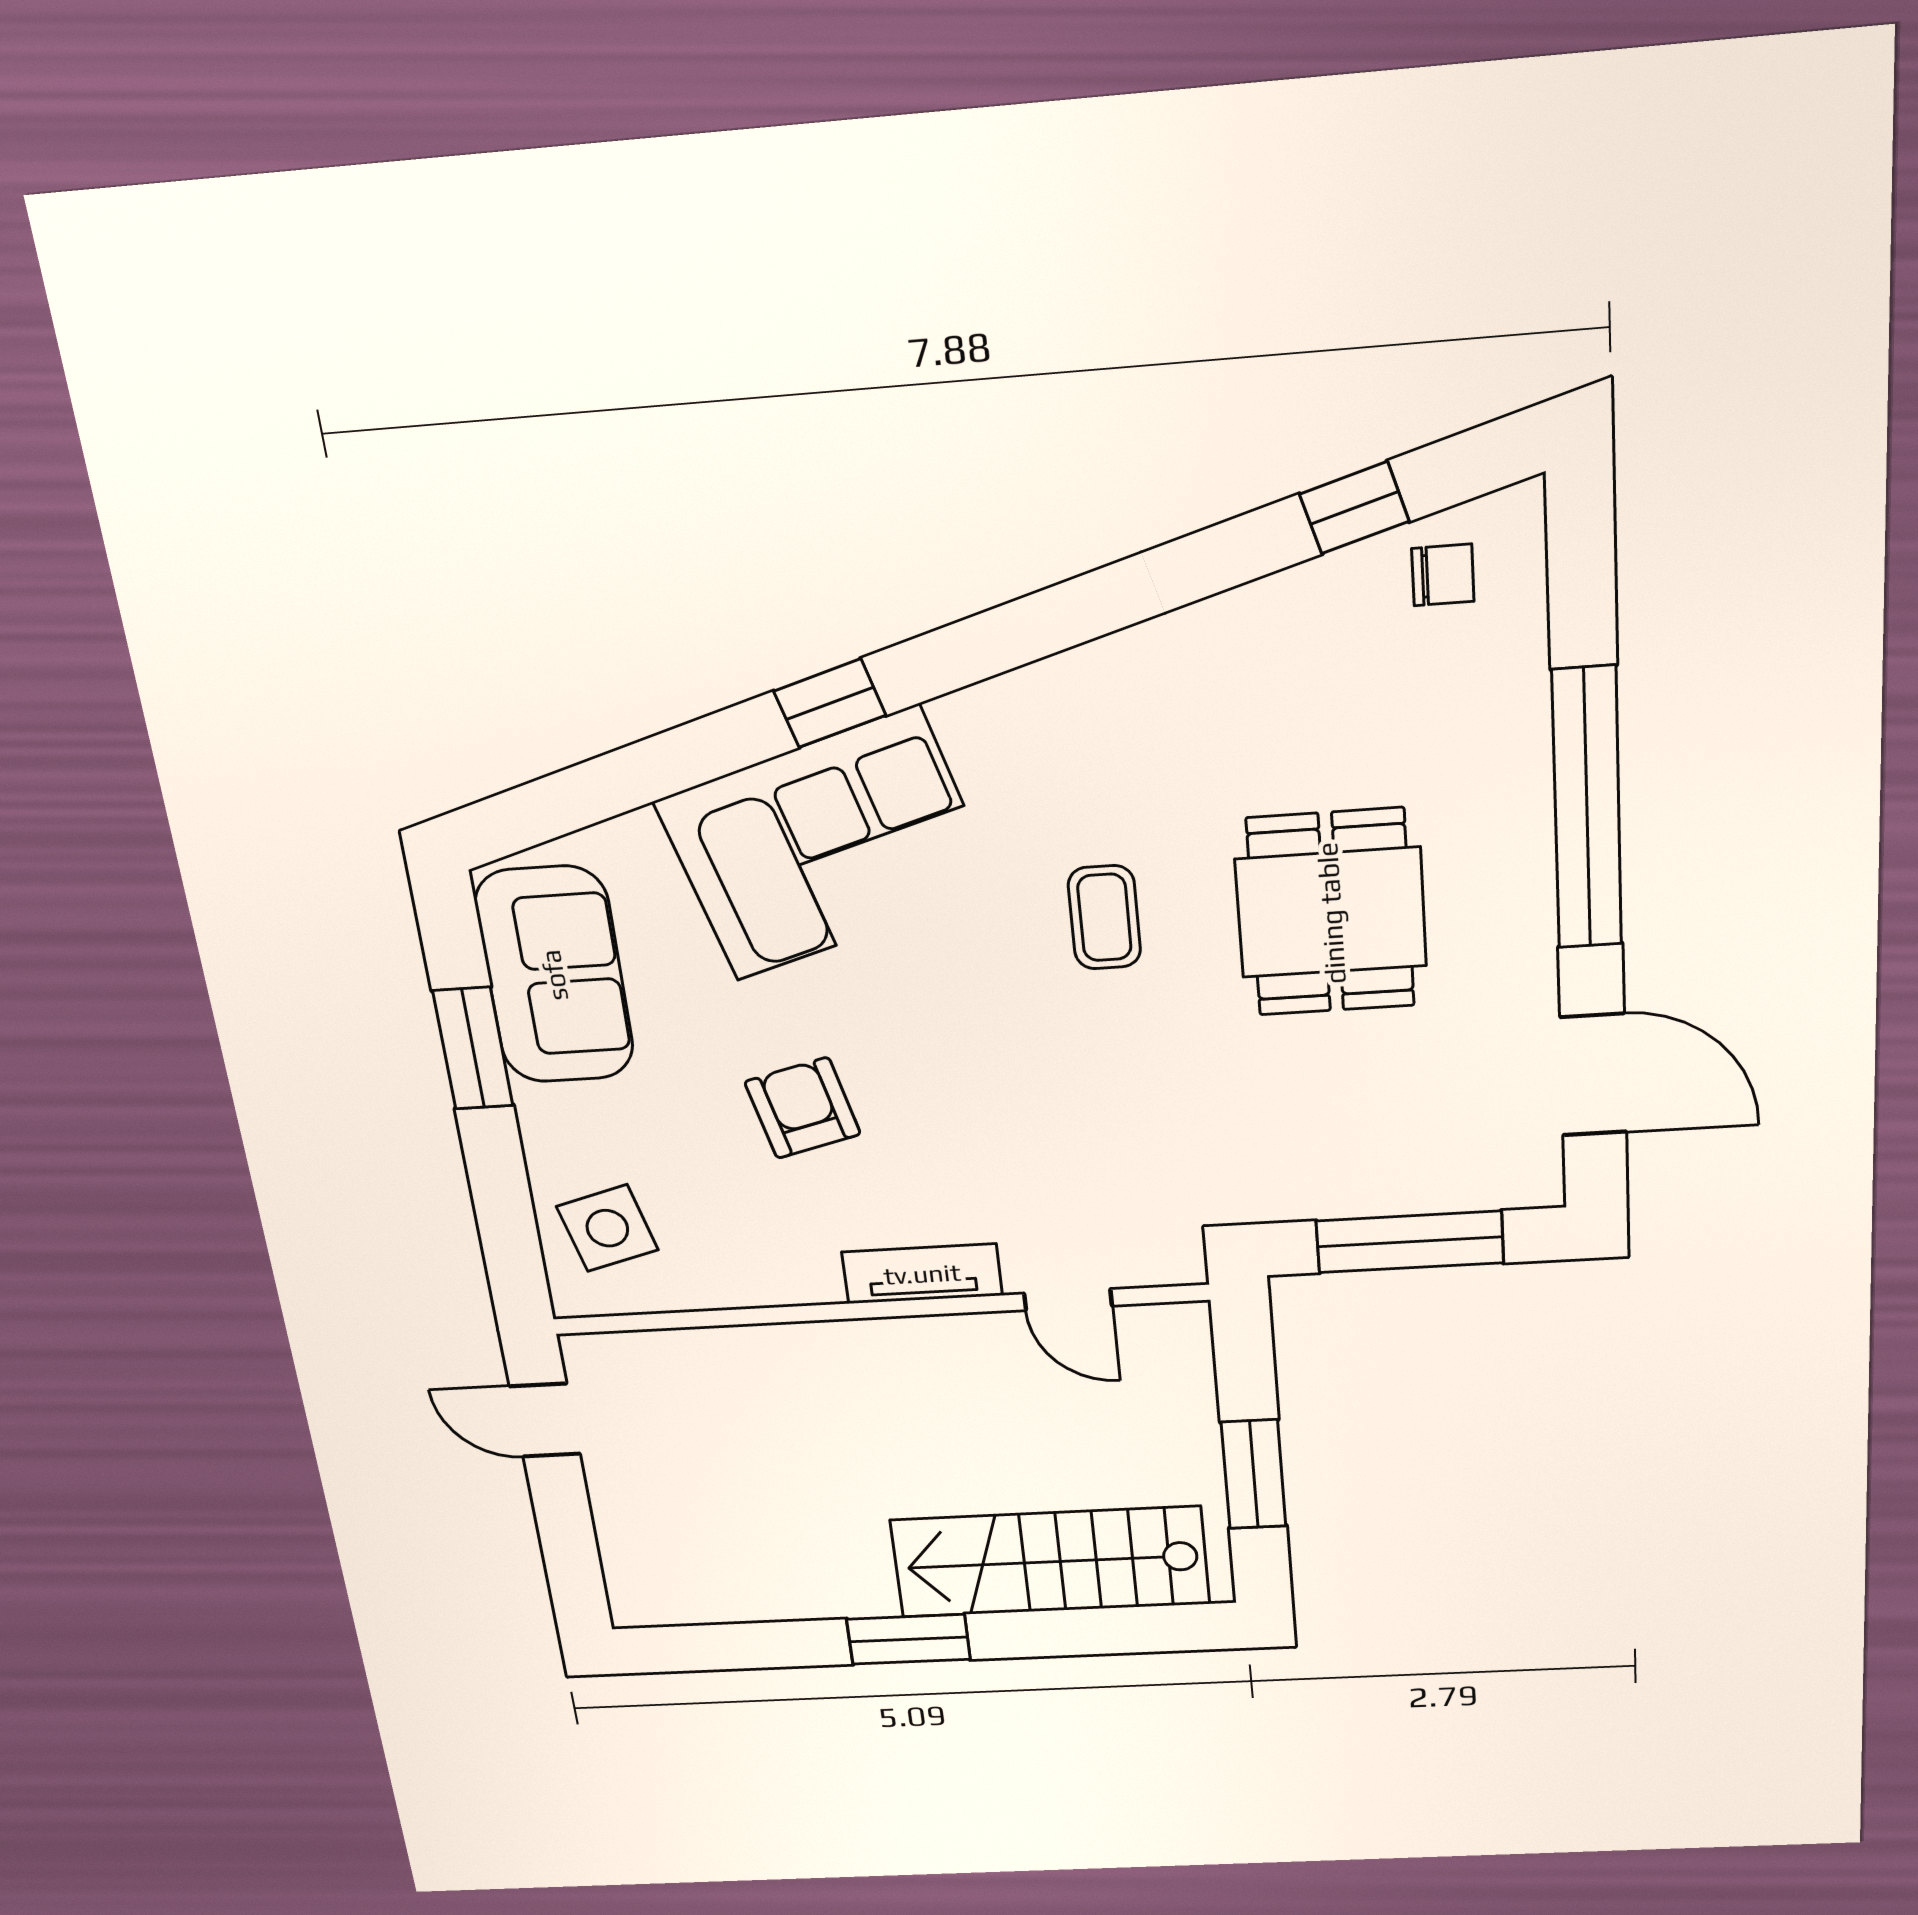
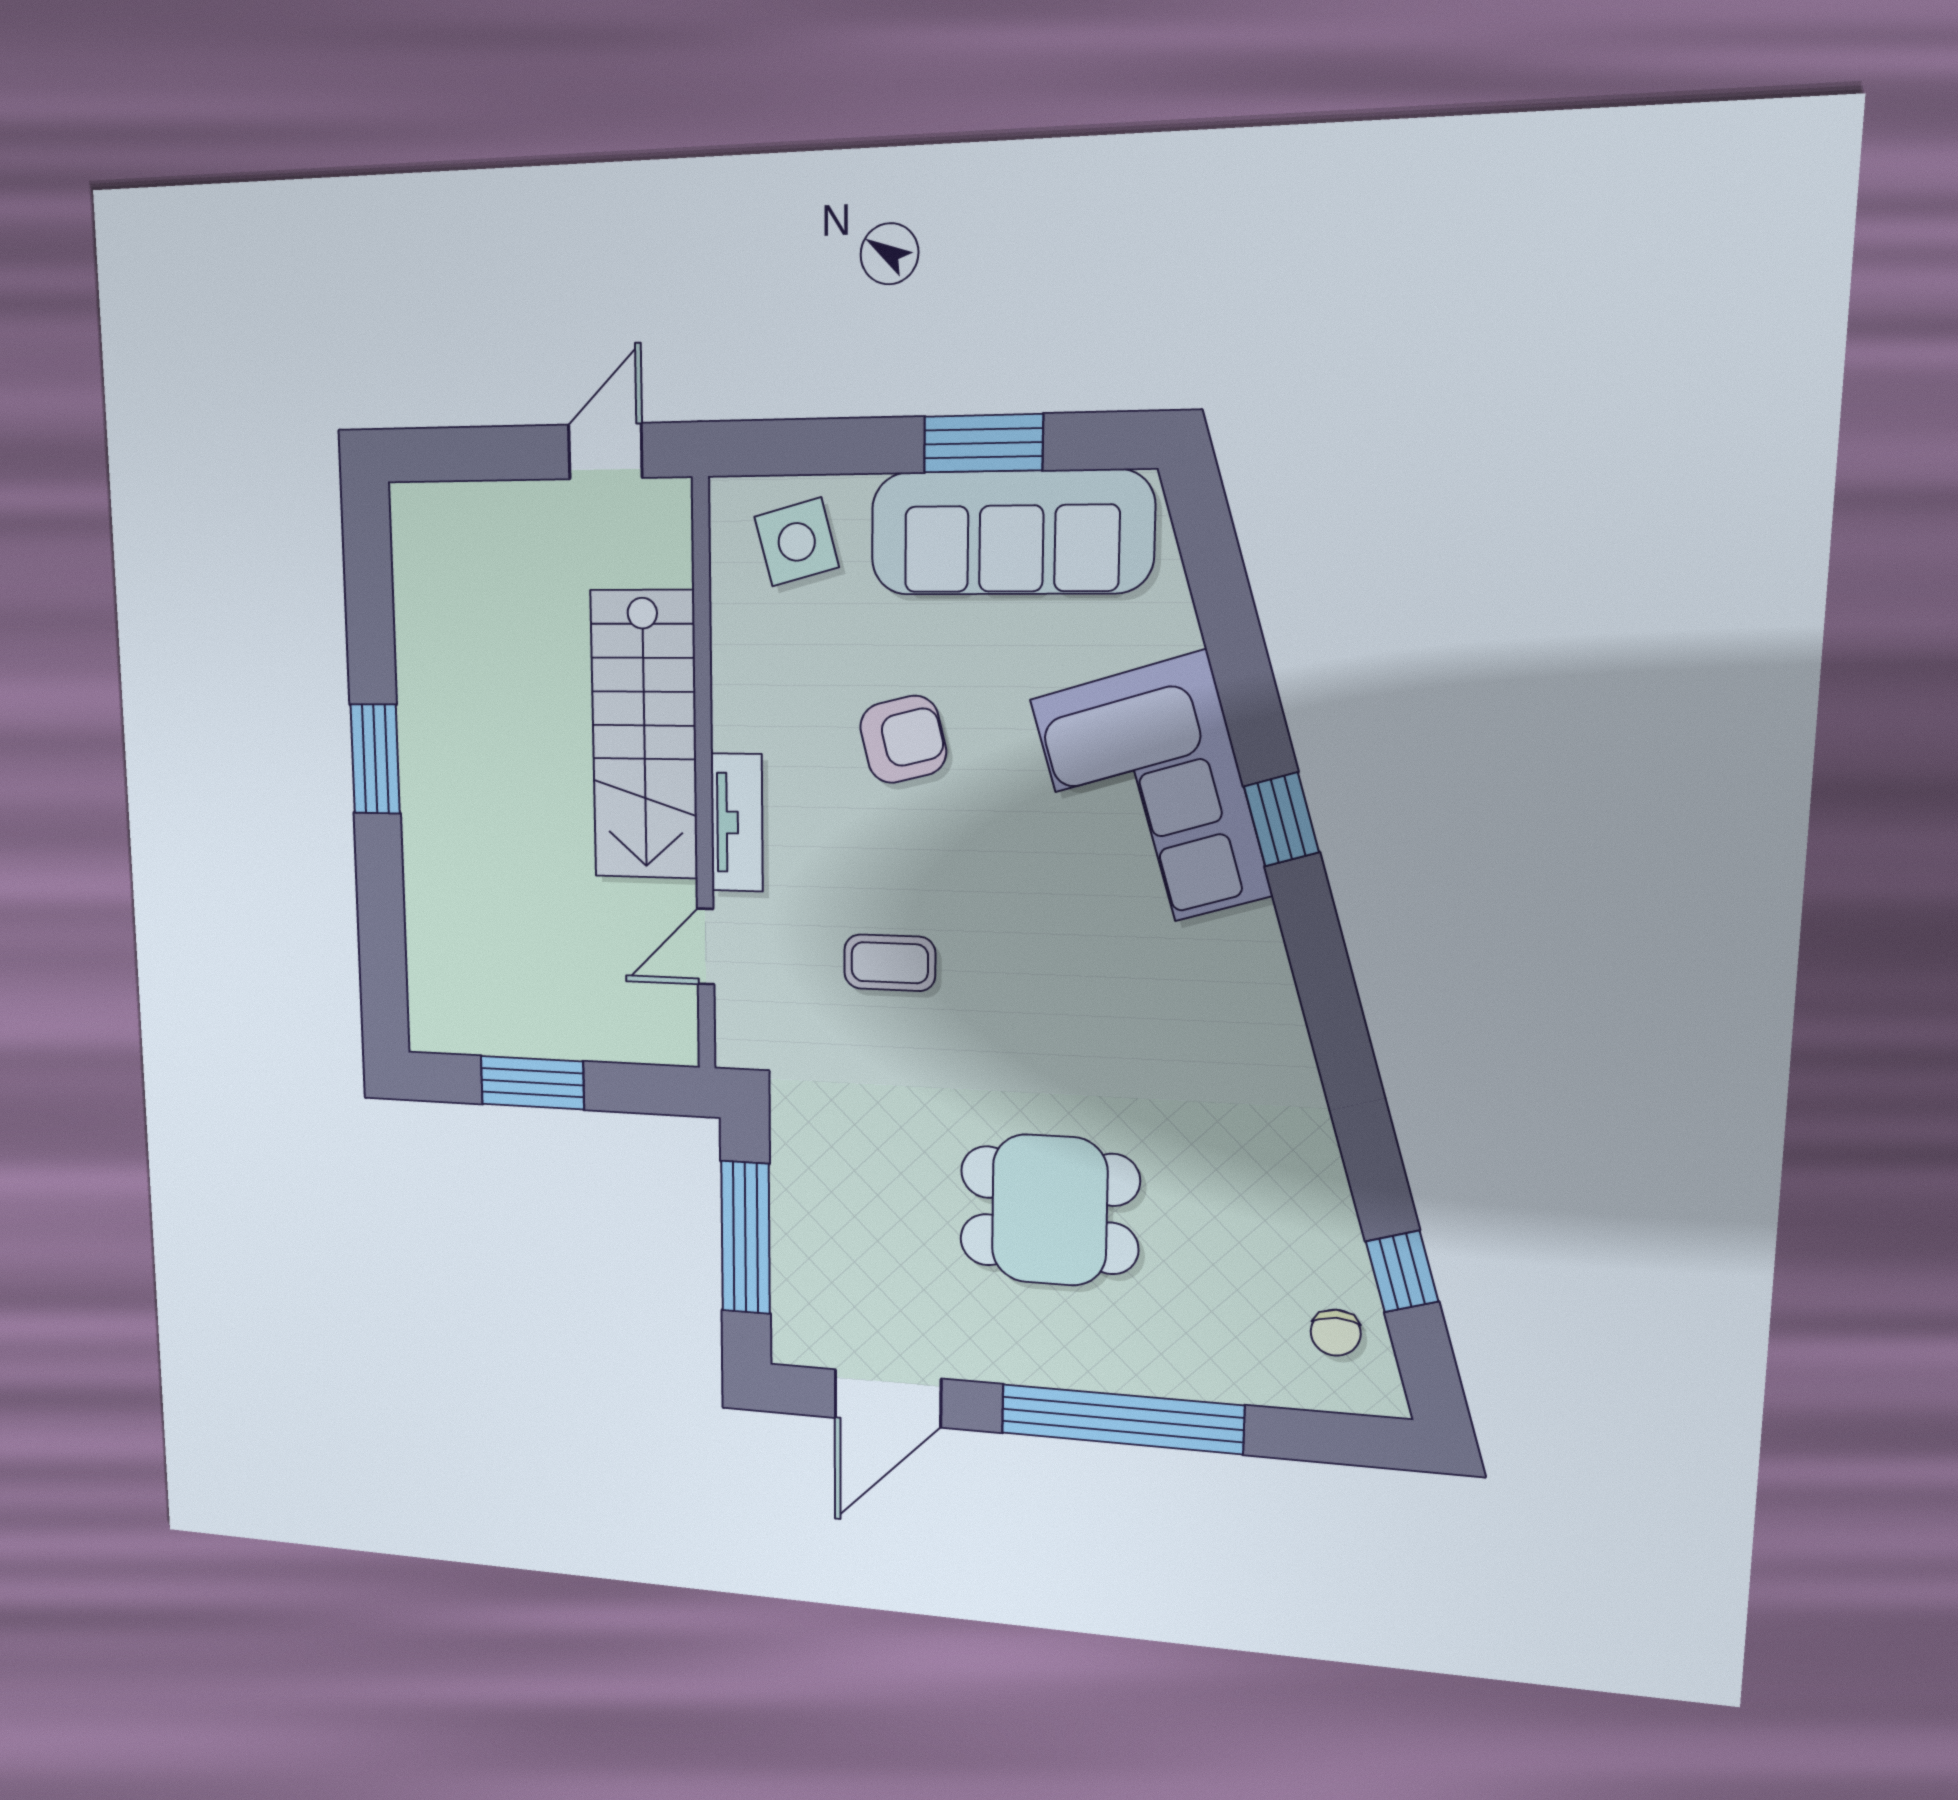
coffee table: (1104, 917) -> (890, 963), moved
sofa: (554, 975) -> (1011, 533), width x1.36
stairs: (1050, 1562) -> (644, 735), moved, turned 180

